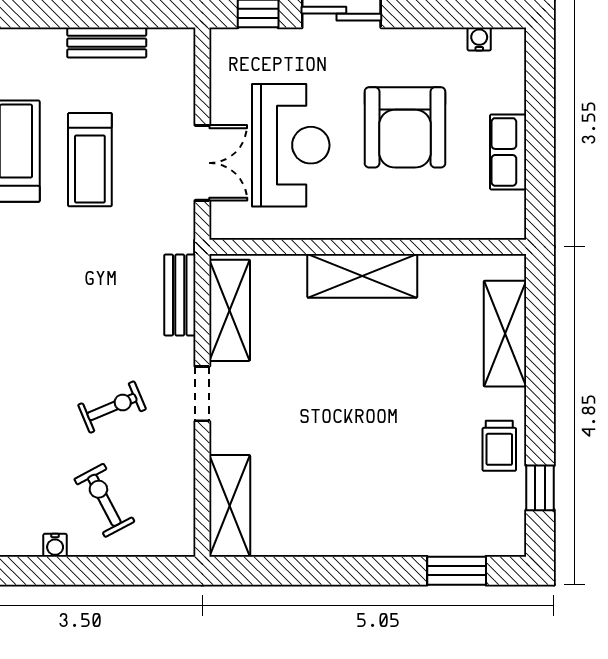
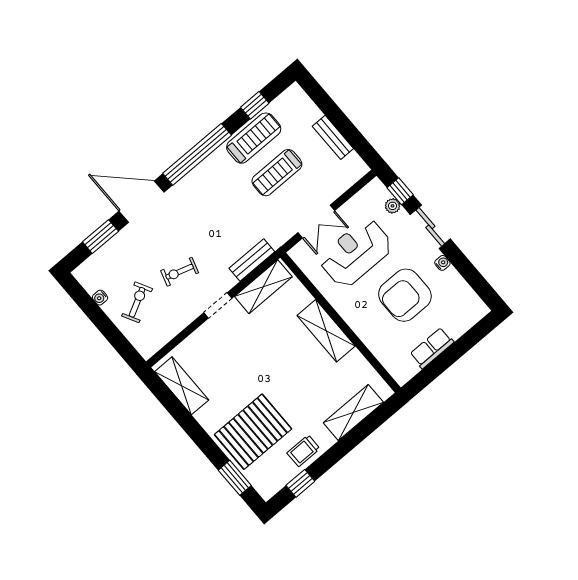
water cooler: (479, 39) -> (442, 263), moved
plant: (269, 41) -> (392, 206), added
reception desk: (291, 145) -> (356, 253), turned 180
exercise bike: (112, 407) -> (180, 272), turned 130
pallet: (415, 492) -> (253, 432), added
shelving: (230, 506) -> (182, 386), moved, turned 90

